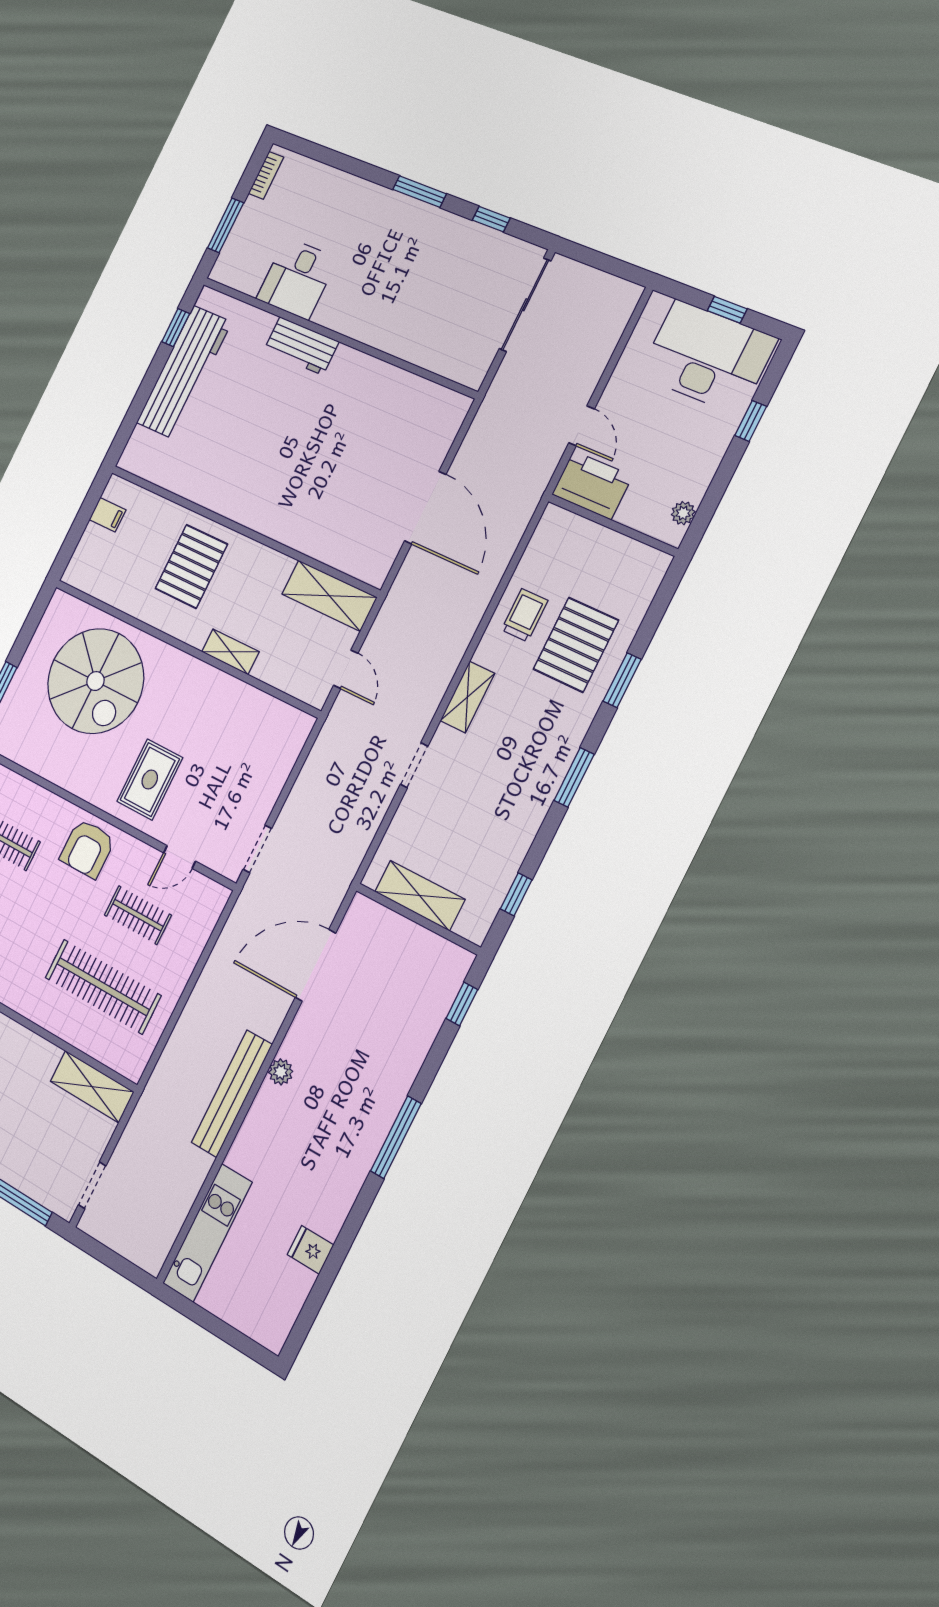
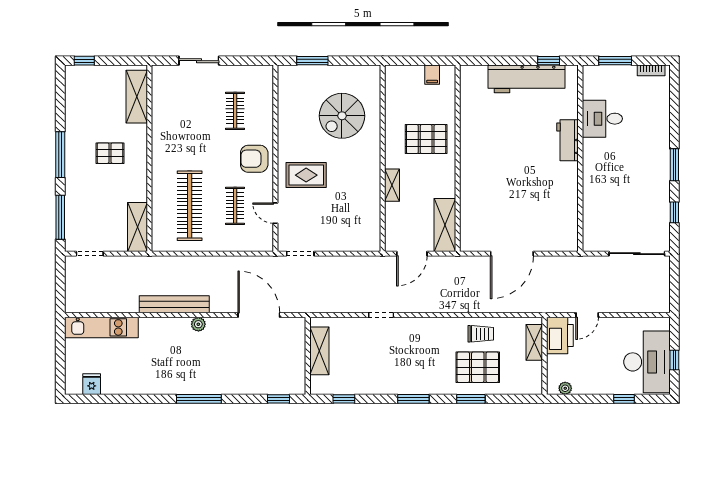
door: (346, 669) -> (412, 254), width x1.38
spiral stairs: (95, 681) -> (342, 116), width x0.73, depth x0.73
shelving: (467, 697) -> (534, 342), moved, turned 90
fridge: (310, 1250) -> (92, 384), moved

